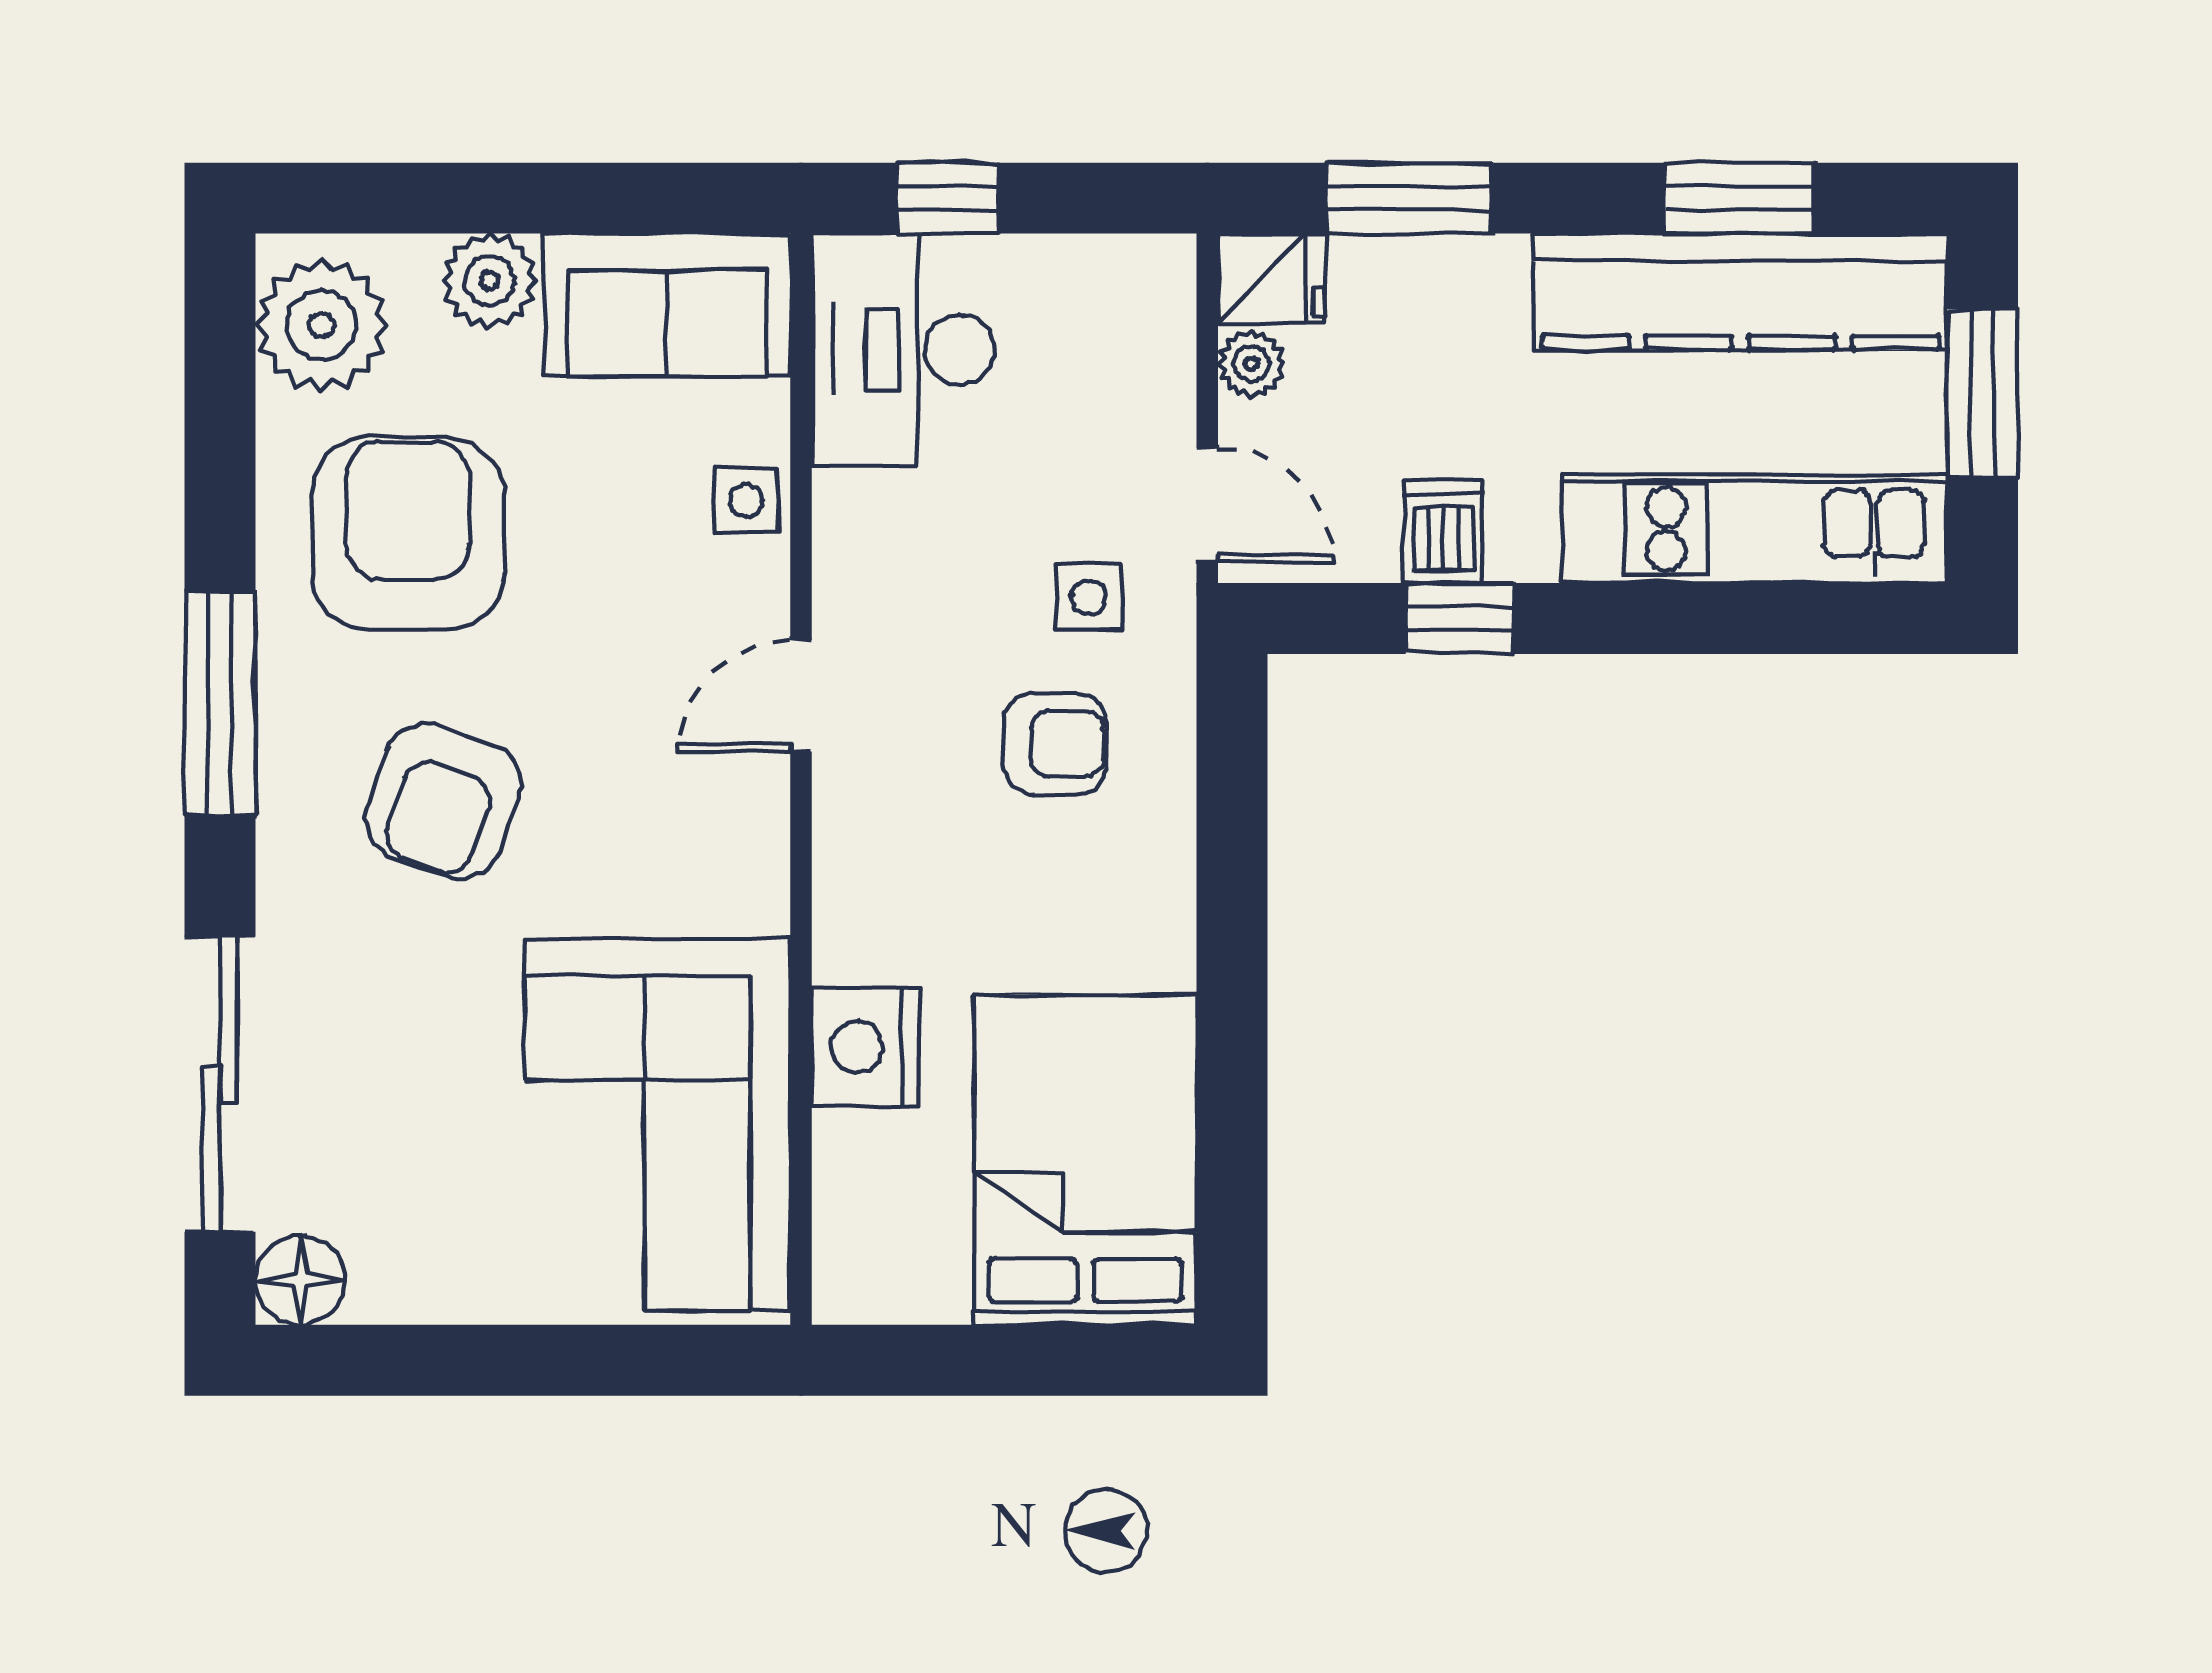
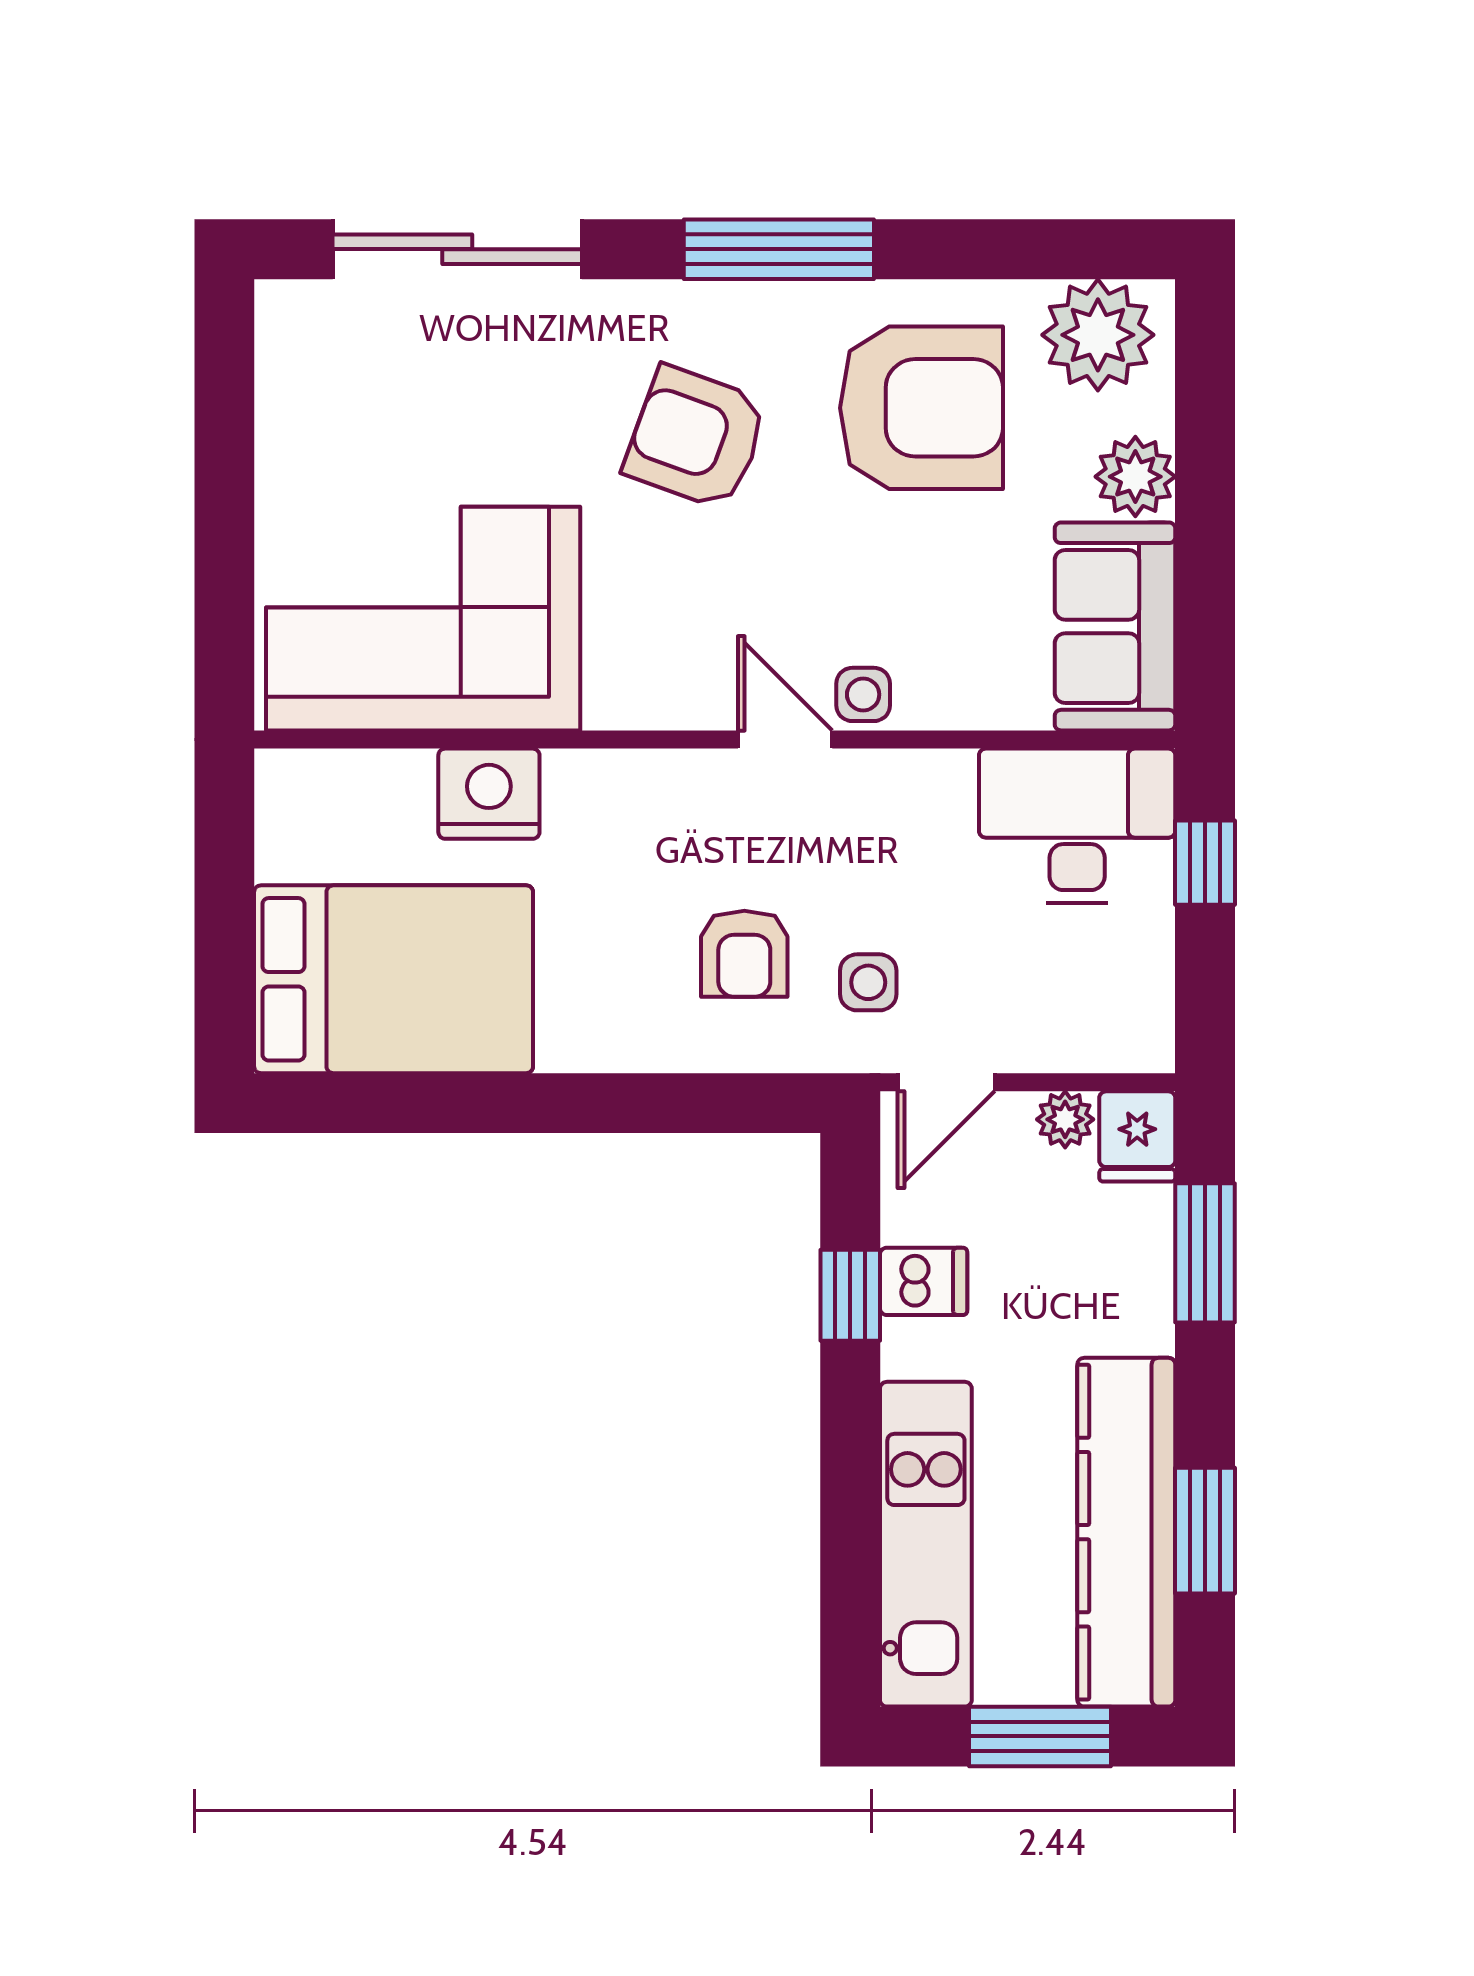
side table: (746, 501) -> (863, 694), moved
floor lamp: (300, 1280) -> (292, 317), removed

